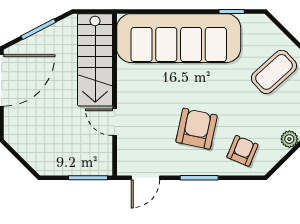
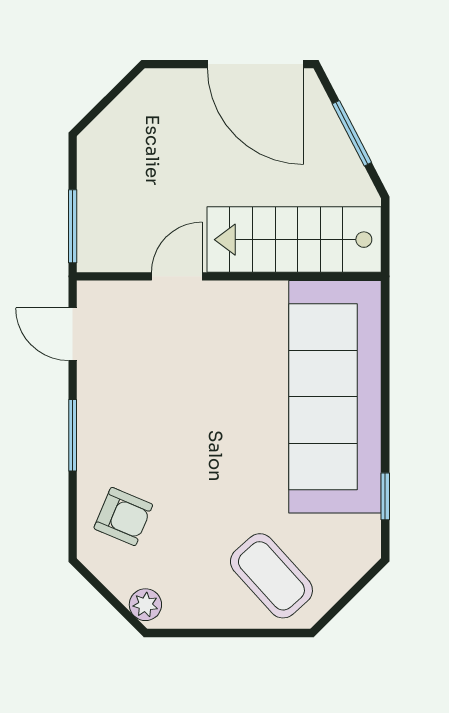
armchair: (197, 129) -> (165, 430), removed

